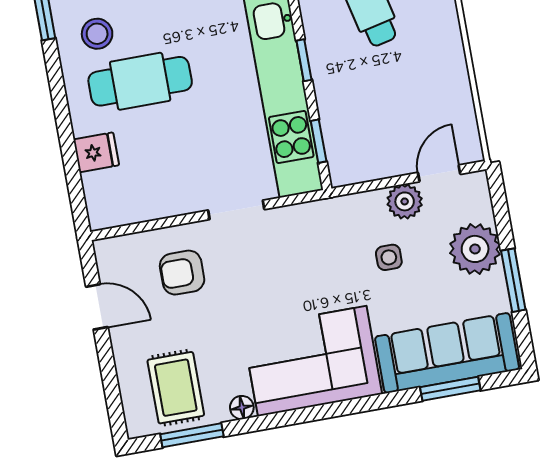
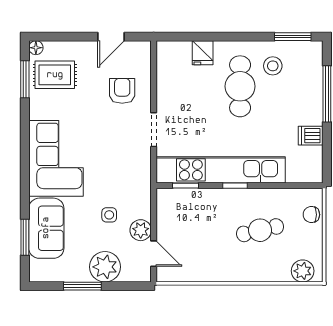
sofa: (447, 353) -> (46, 228), width x0.73
floor lamp: (242, 408) -> (36, 48), moved

